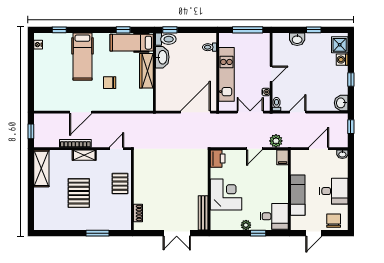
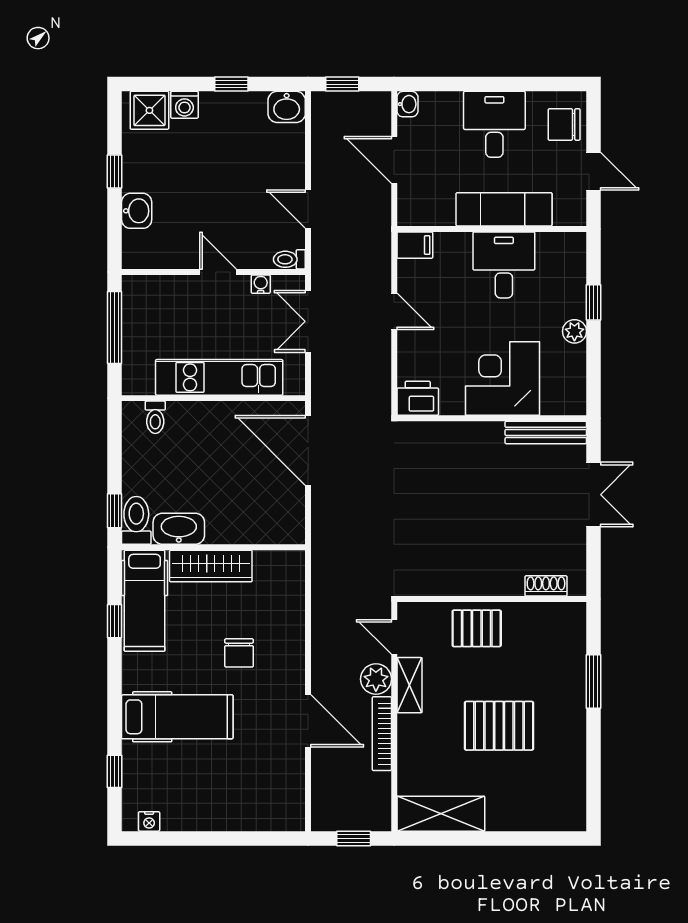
plant: (276, 141) -> (376, 679), moved
shelving: (84, 155) -> (409, 685), moved
desk: (274, 216) -> (504, 265), moved

